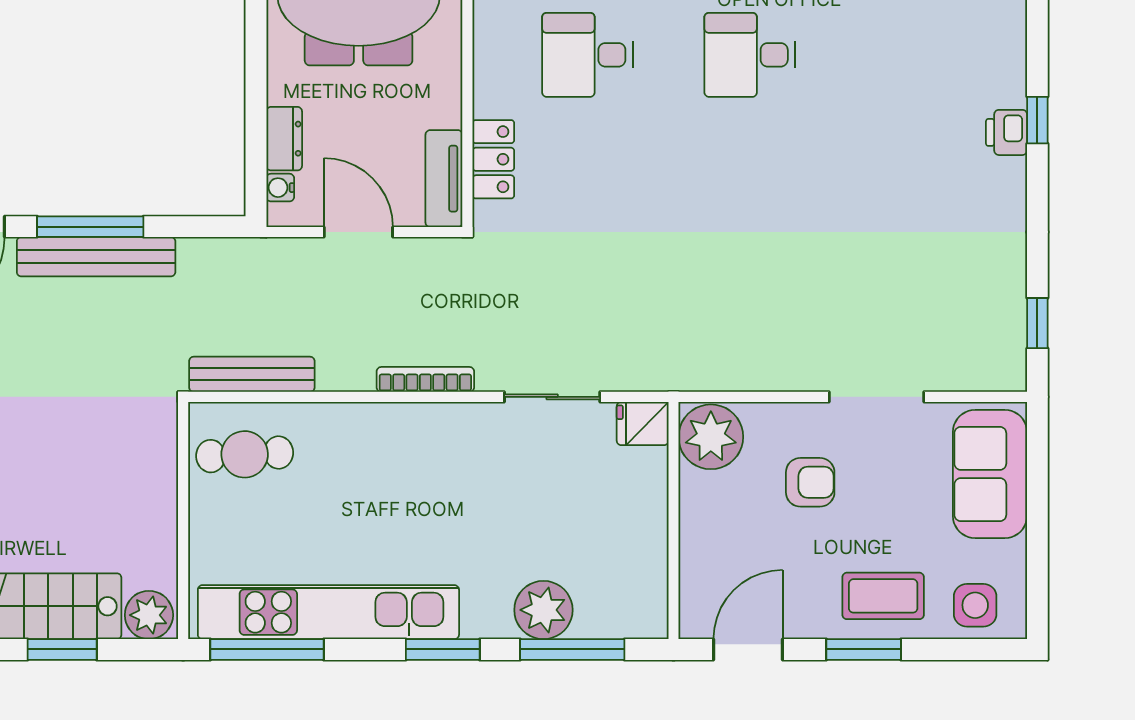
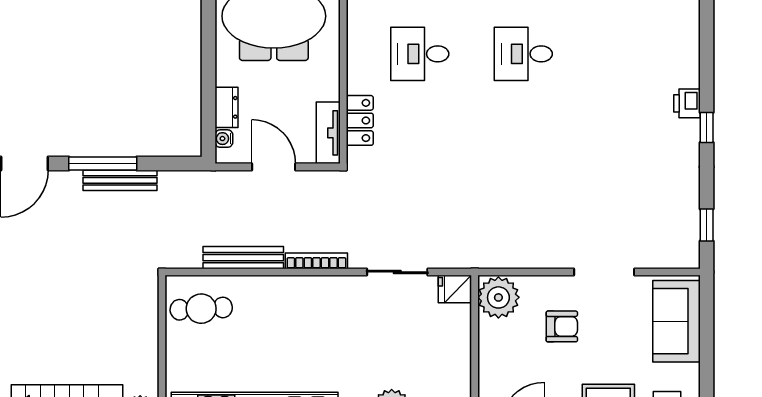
window: (1037, 120) -> (707, 127), moved
bench: (96, 257) -> (120, 180), width x0.73, depth x0.82
bench: (252, 374) -> (243, 258), moved

